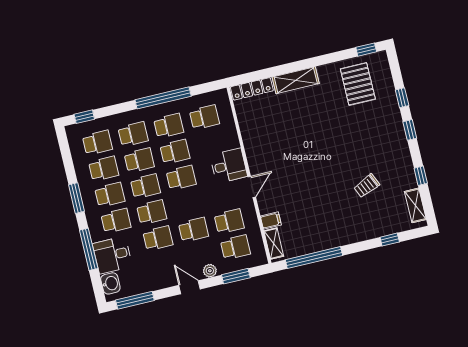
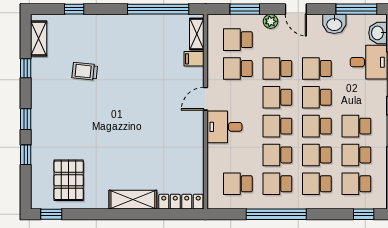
trolley: (367, 186) -> (85, 71), turned -150
school desk: (116, 221) -> (277, 97), moved
washbasin: (152, 282) -> (334, 24), added

